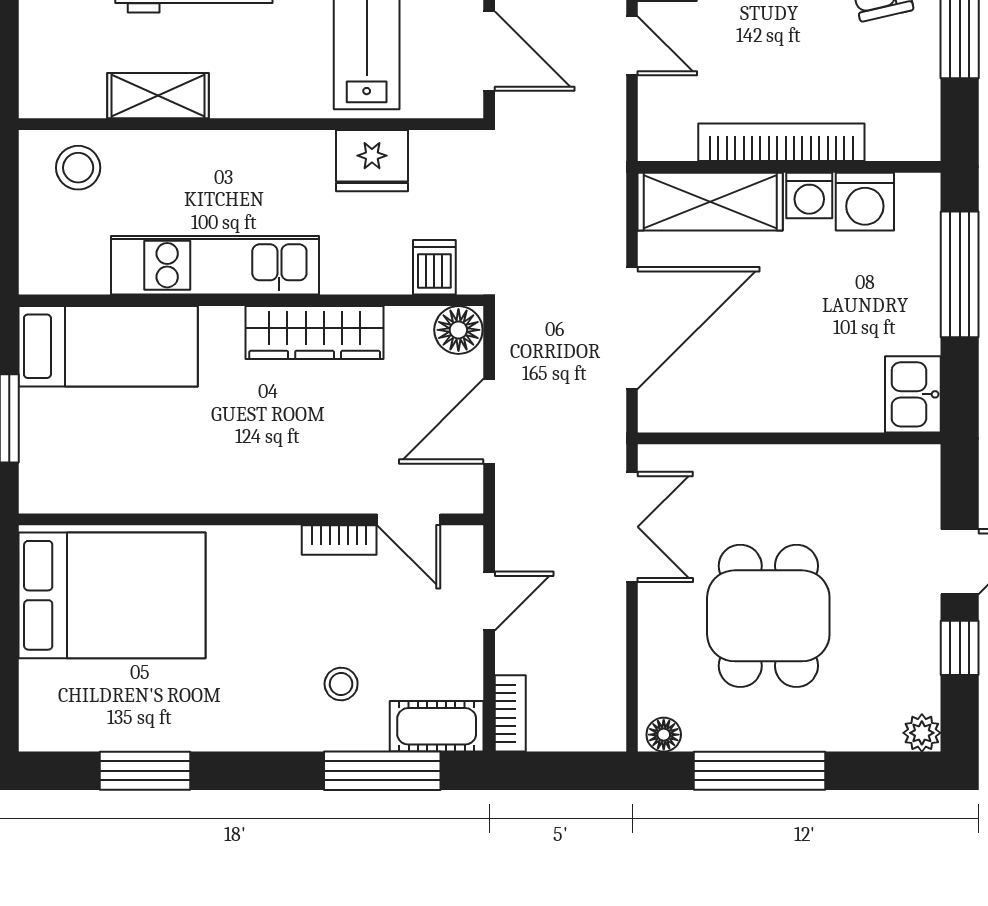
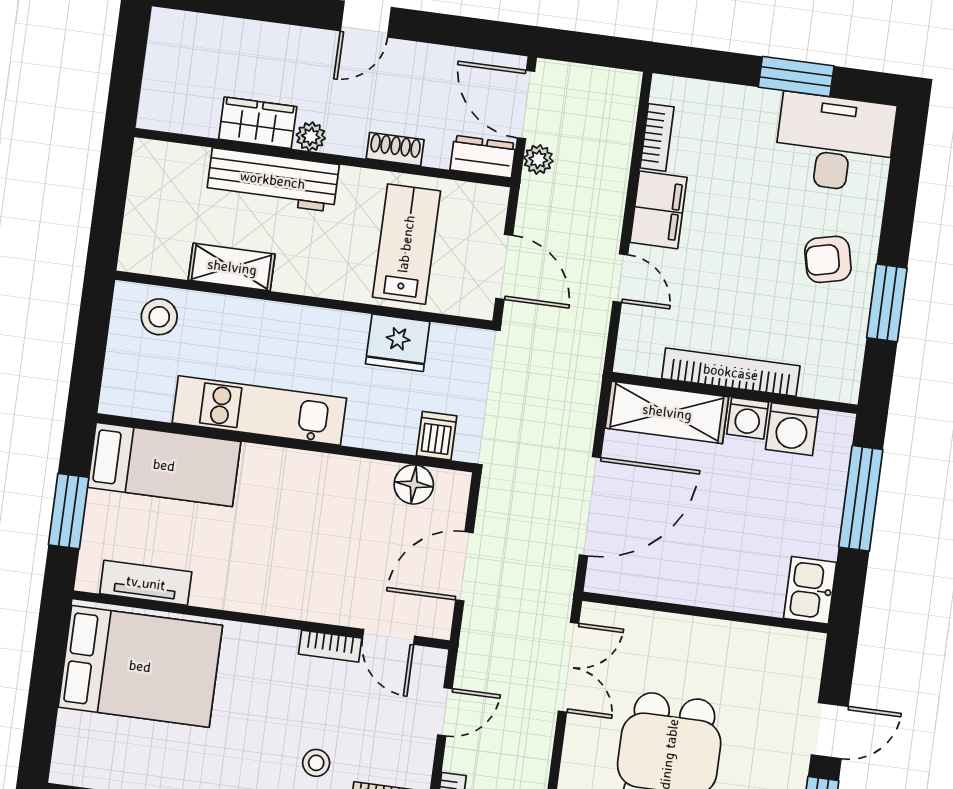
floor lamp: (458, 330) -> (414, 484), moved
wardrobe: (315, 333) -> (333, 476), removed
tv unit: (105, 493) -> (146, 583), added

